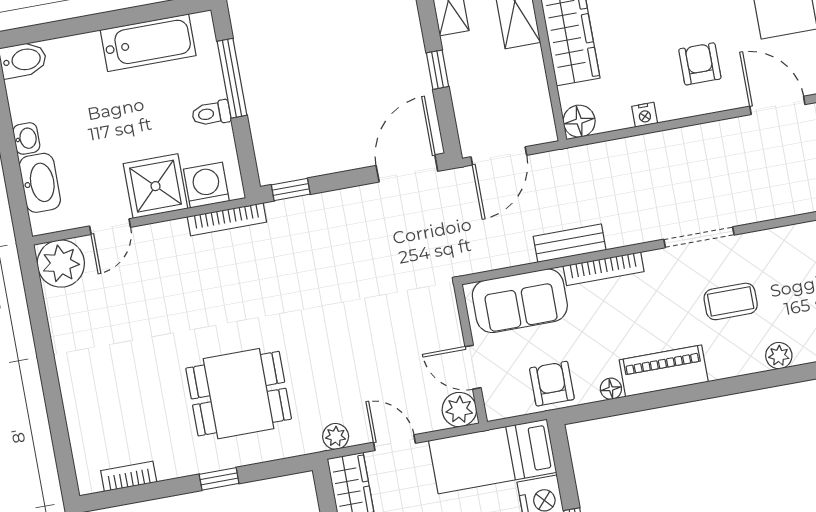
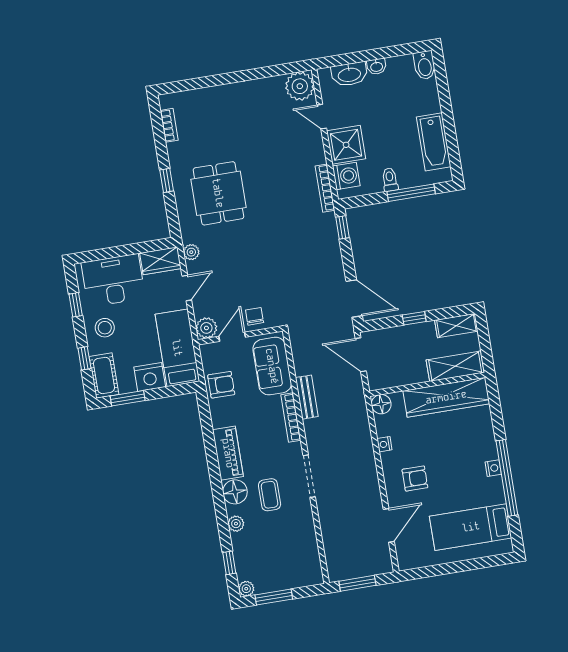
chair: (439, 331) -> (255, 316), added
floor lamp: (611, 389) -> (235, 492), moved, width x1.89, depth x1.89

